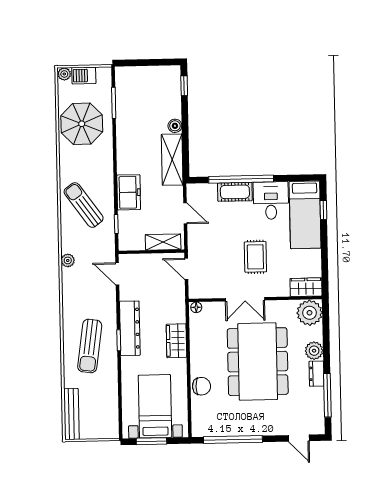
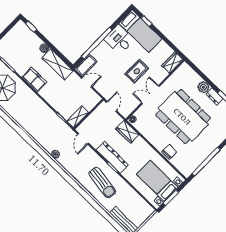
freezer: (129, 192) -> (34, 80), moved
cot: (235, 192) -> (86, 65), moved
sun lounger: (84, 205) -> (38, 123), removed
shelving: (163, 242) -> (78, 117), moved
rug: (255, 257) -> (137, 71), turned 90
door: (186, 269) -> (111, 106), swing flipped
door: (117, 274) -> (83, 139), hinge flipped
double door: (245, 299) -> (151, 94), swing flipped
plant: (310, 313) -> (185, 72), removed
wardrobe: (176, 341) -> (127, 132), moved

